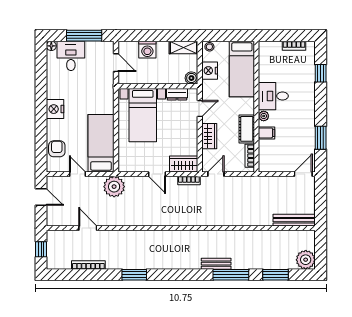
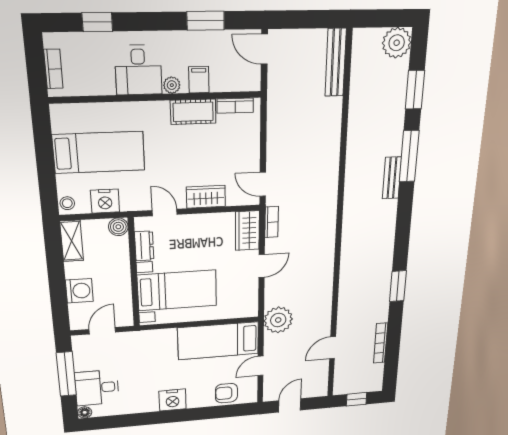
desk: (273, 96) -> (138, 70), moved
wall: (256, 107) -> (157, 97), moved
plant: (264, 116) -> (172, 85), moved
cot: (247, 129) -> (193, 112), moved
filing cabinet: (267, 133) -> (199, 80), moved
bookcase: (250, 156) -> (235, 106), moved

